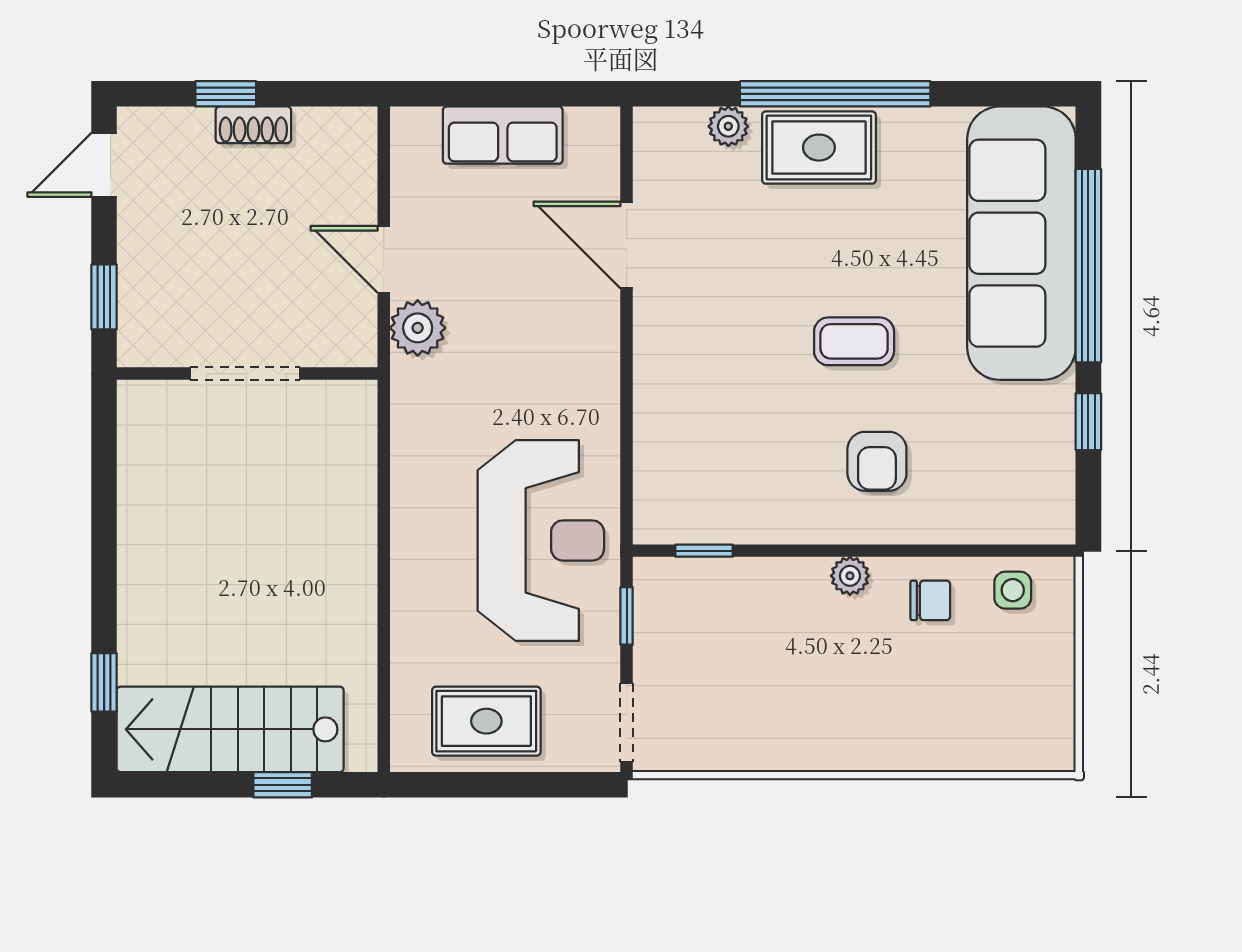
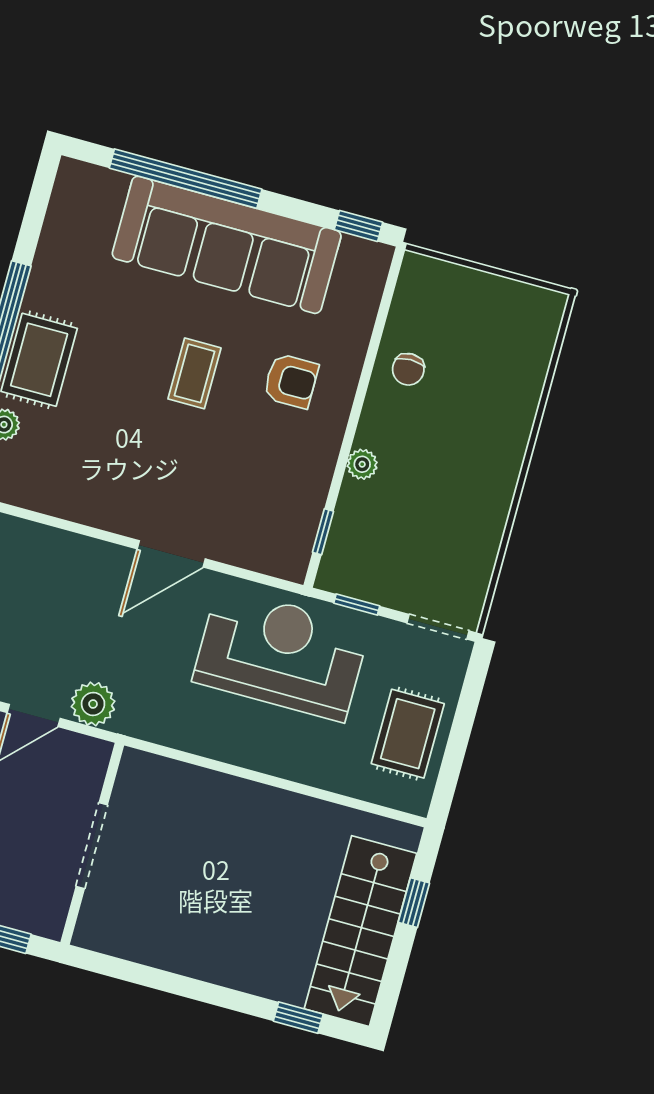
sofa: (1021, 243) -> (227, 245), moved
door: (627, 245) -> (171, 554), moved
window: (1088, 422) -> (359, 226), moved
plant: (850, 576) -> (362, 464), moved
side table: (1013, 590) -> (418, 304), removed
chair: (930, 600) -> (408, 369), turned 180

